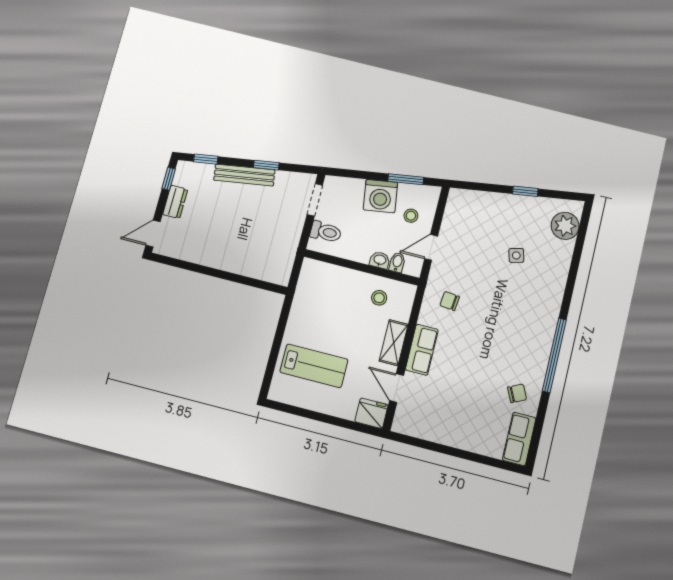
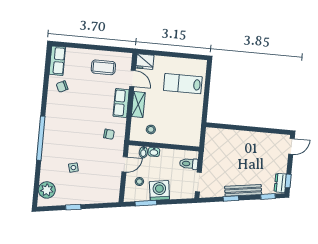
dresser: (175, 202) -> (280, 183), moved
window: (554, 355) -> (41, 138), moved
coffee table: (443, 415) -> (103, 67), added

